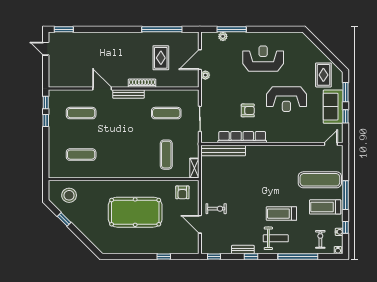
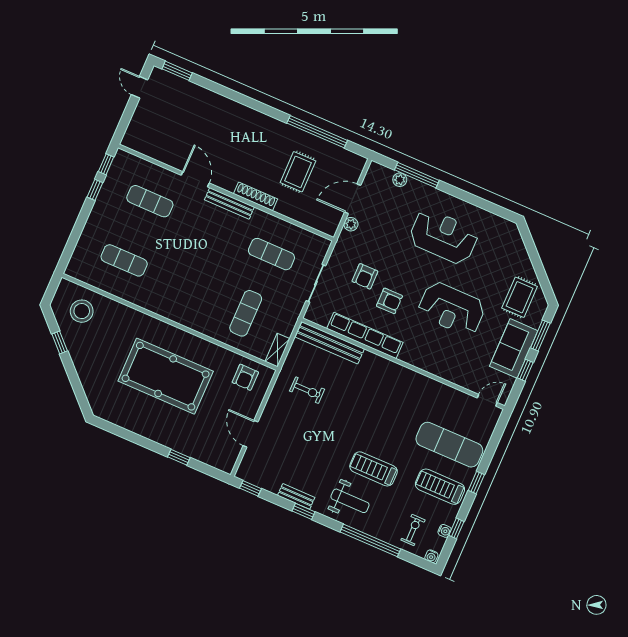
armchair: (227, 102) -> (365, 276), added
window: (346, 195) -> (476, 482), width x0.46
exercise bike: (216, 209) -> (307, 390), moved

